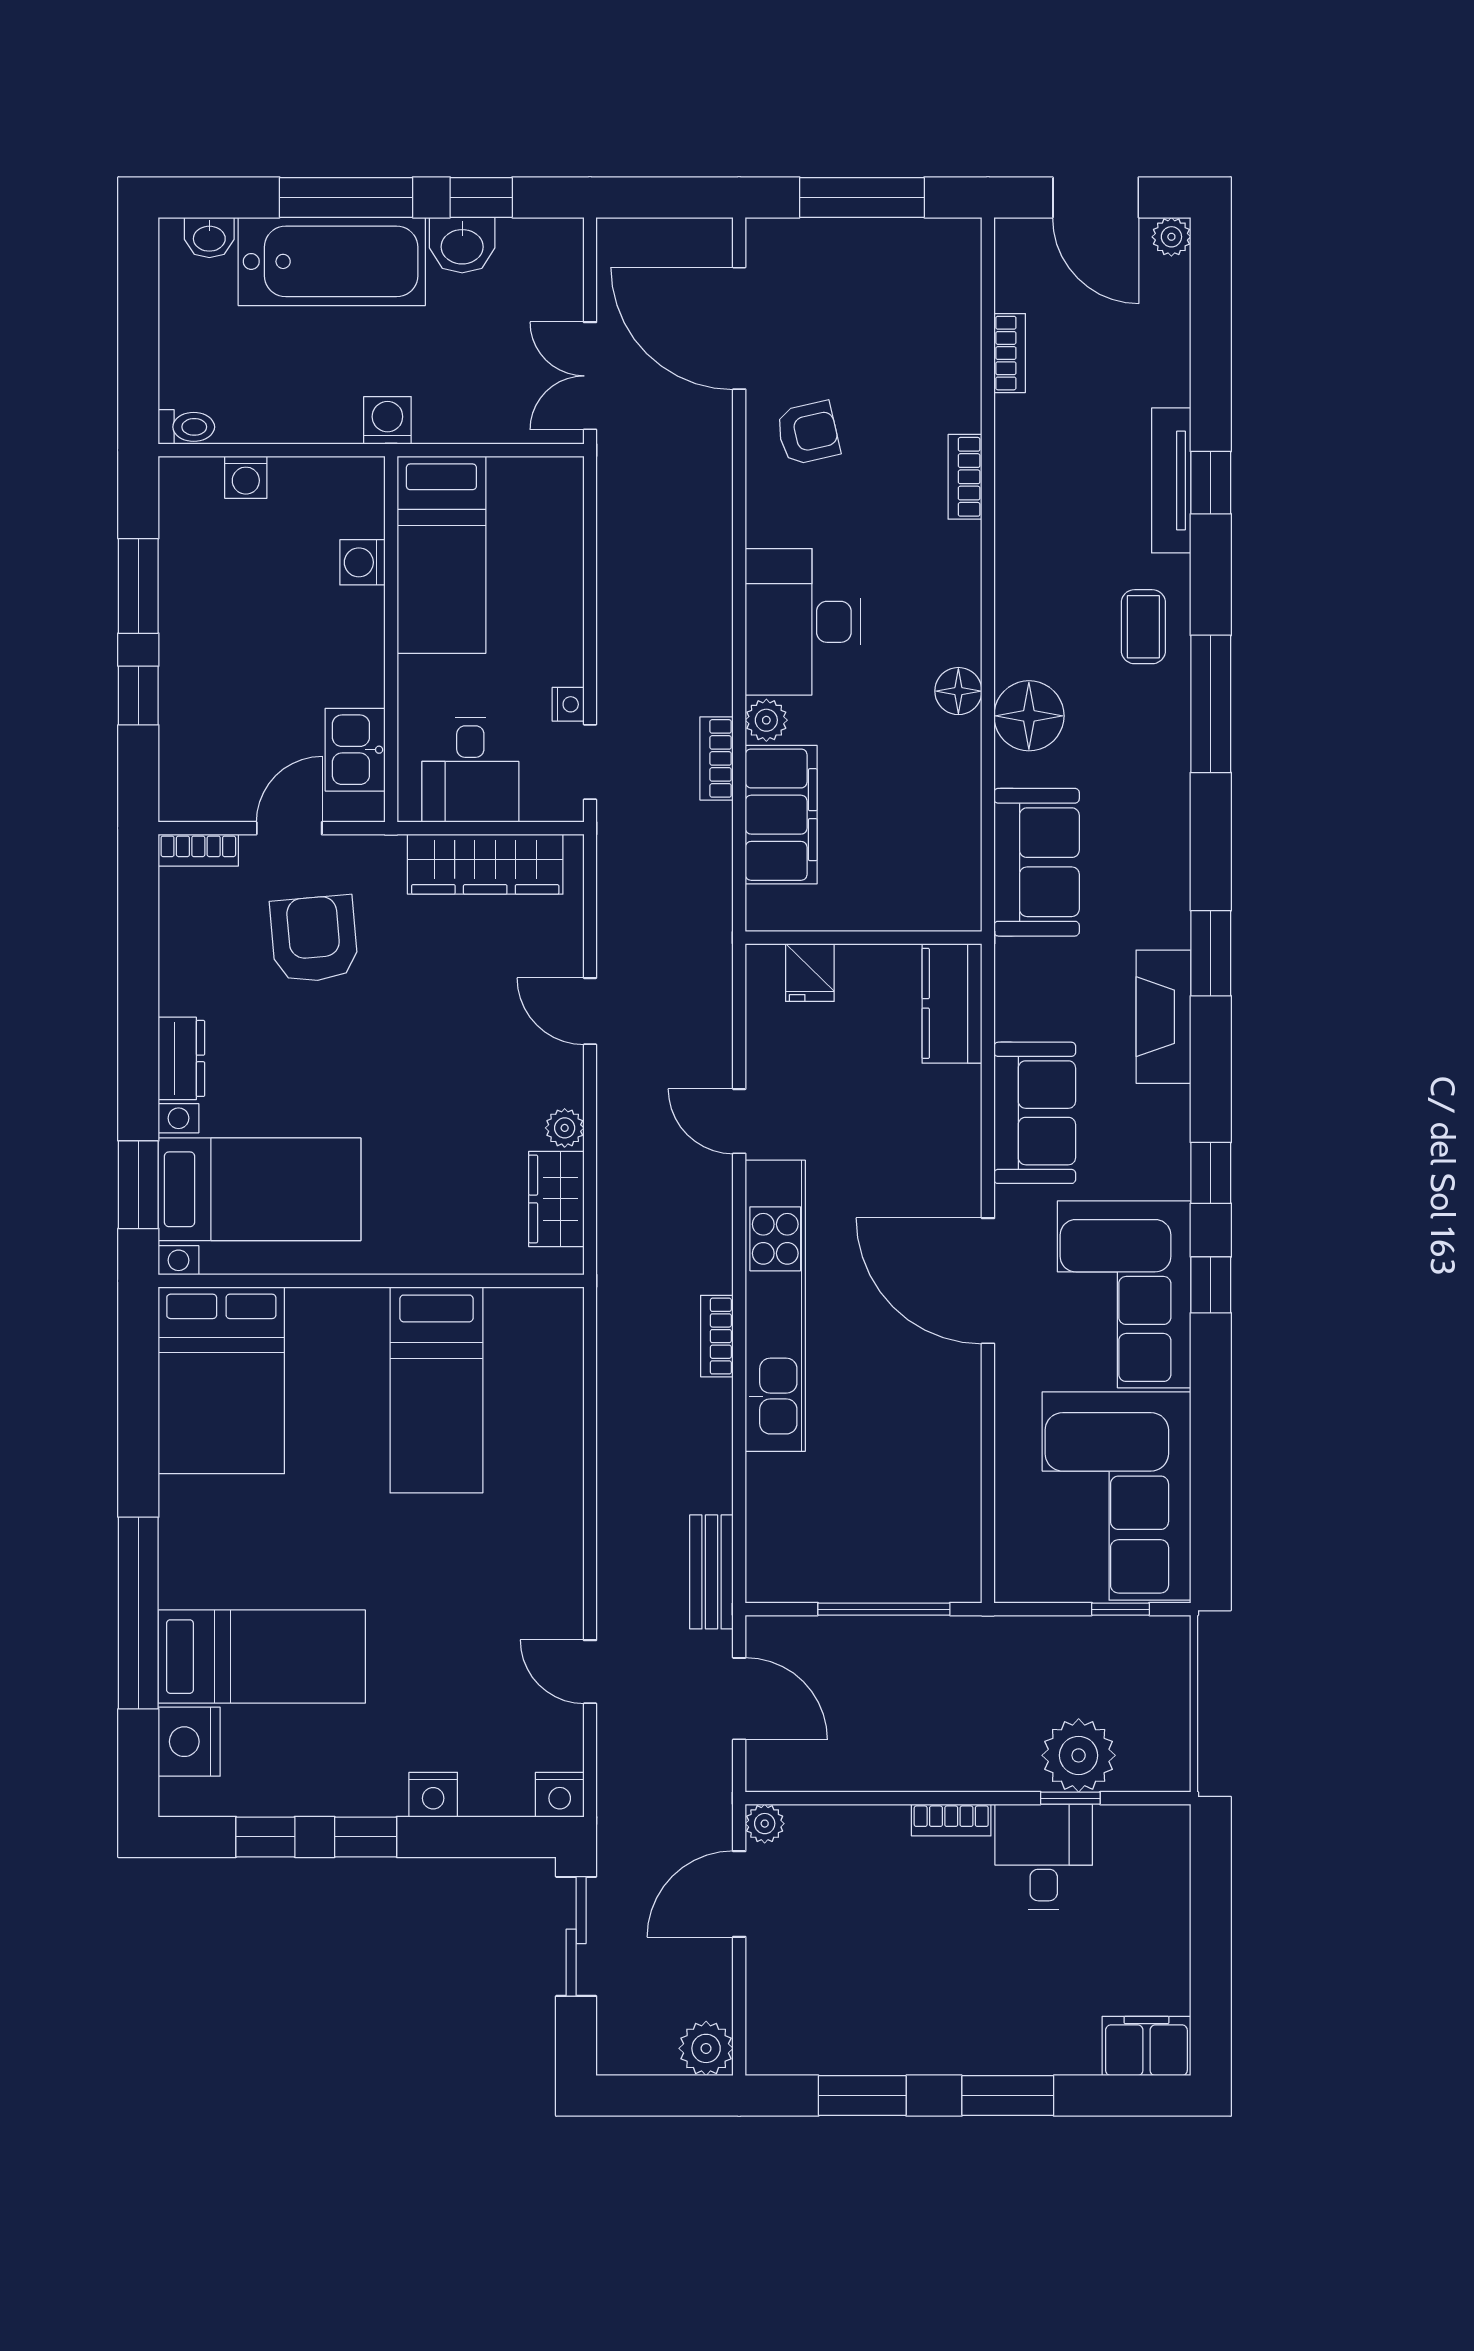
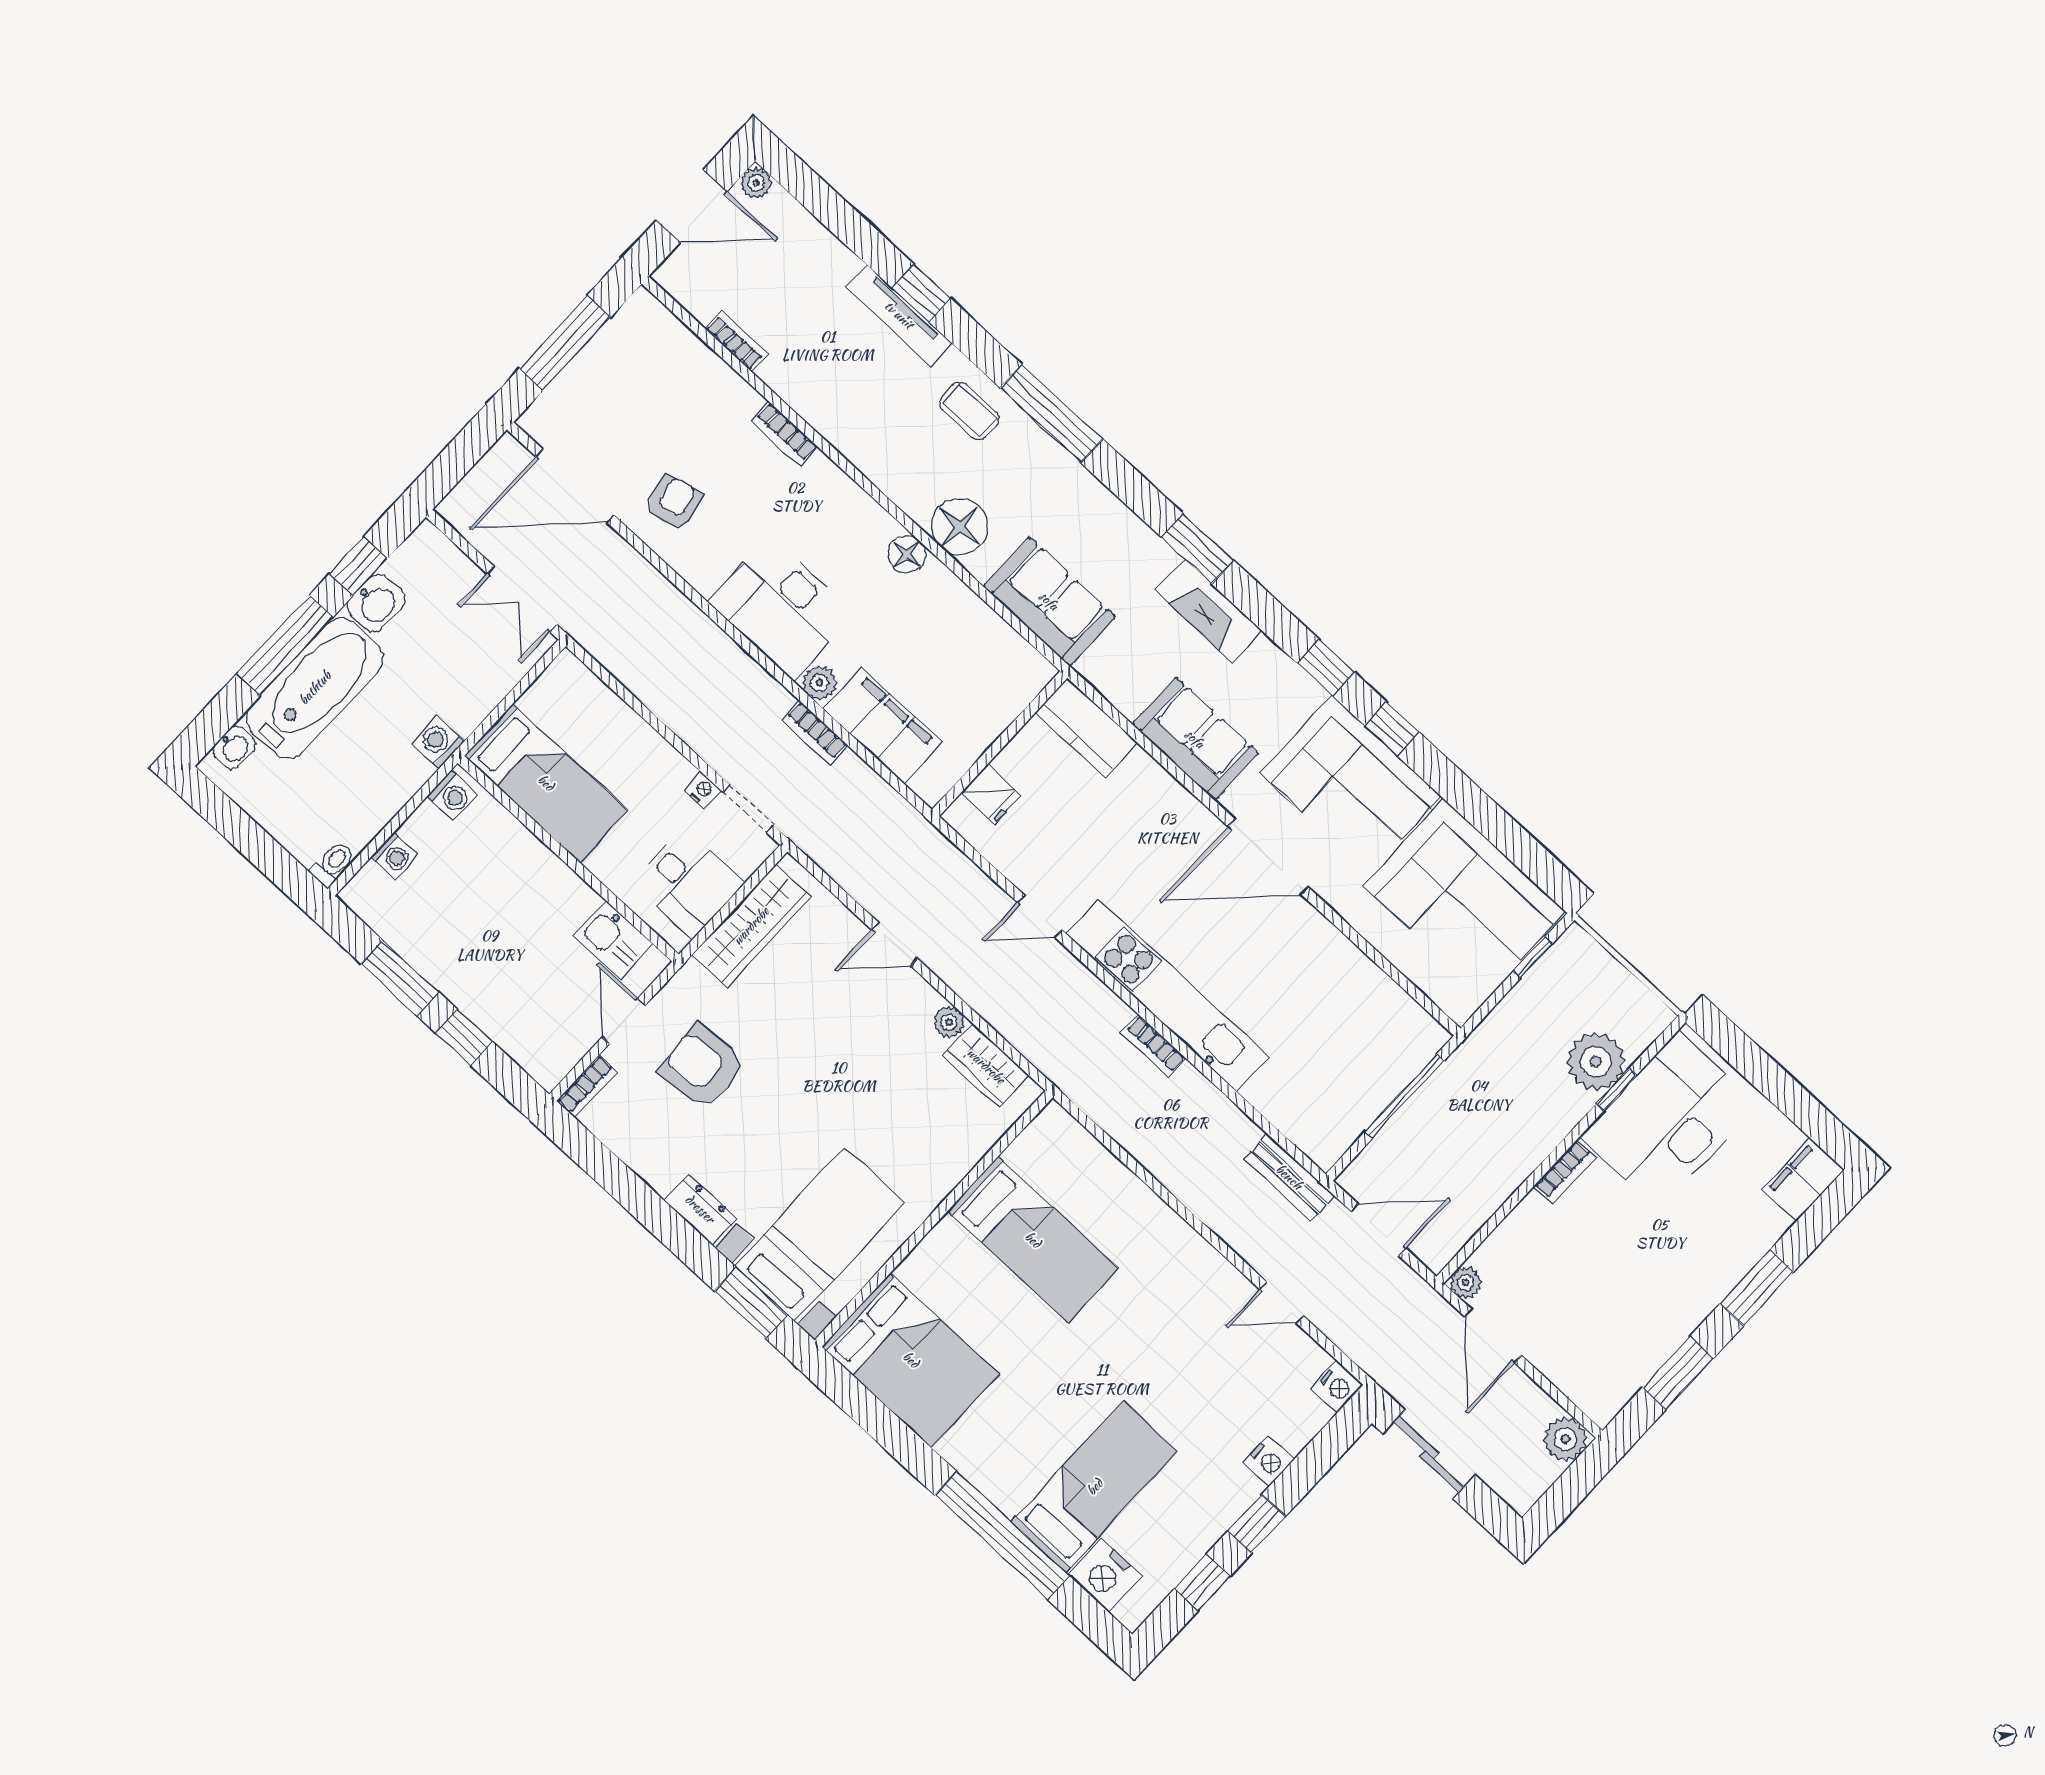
washing machine: (362, 562) -> (452, 795), moved, turned -90
desk: (1044, 1857) -> (1669, 1121), width x1.87, depth x1.30

